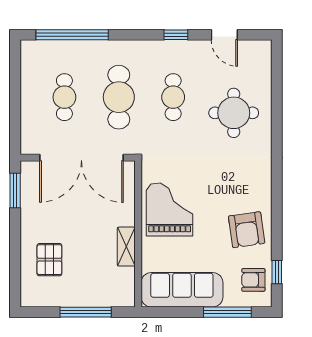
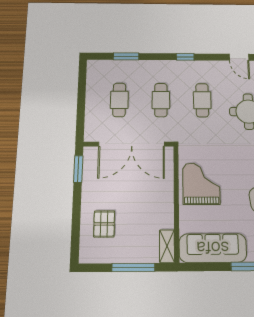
window: (72, 35) -> (126, 56), width x0.47
window: (176, 35) -> (185, 57), moved
cafe table: (119, 97) -> (161, 100), width x0.73, depth x0.74
shelving: (126, 247) -> (167, 246), moved

